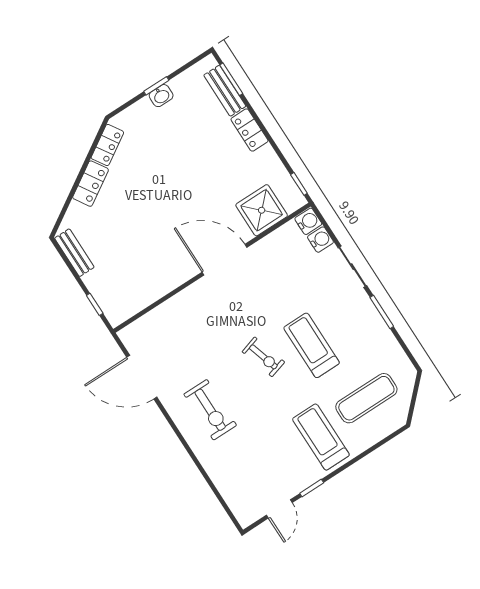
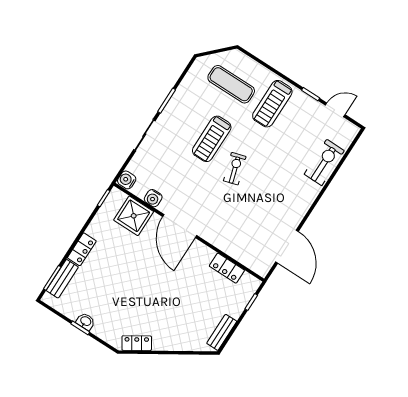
locker: (91, 184) -> (227, 268), moved, turned -148
water cooler: (320, 240) -> (153, 198), moved, turned -90
exercise bike: (210, 410) -> (324, 162), moved

